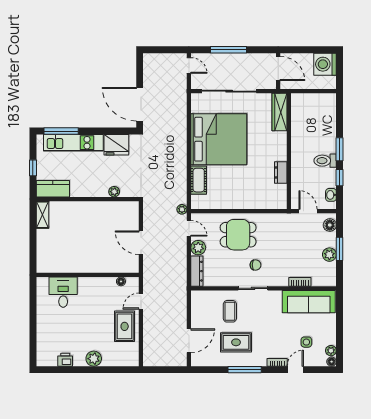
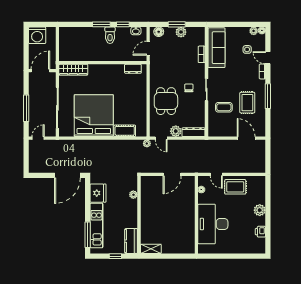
dresser: (281, 172) -> (133, 69), moved
door: (189, 228) -> (161, 138), swing flipped
desk: (63, 292) -> (213, 224), width x1.87, depth x1.30

